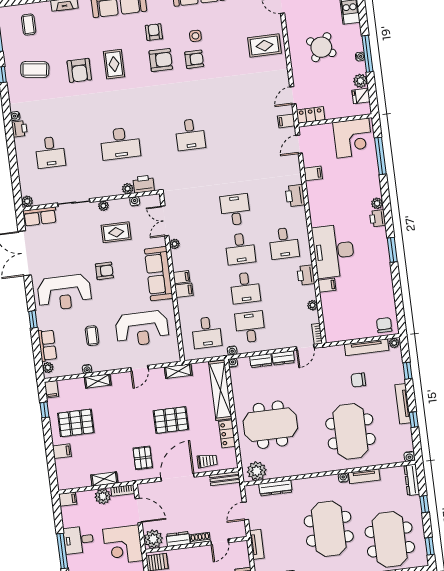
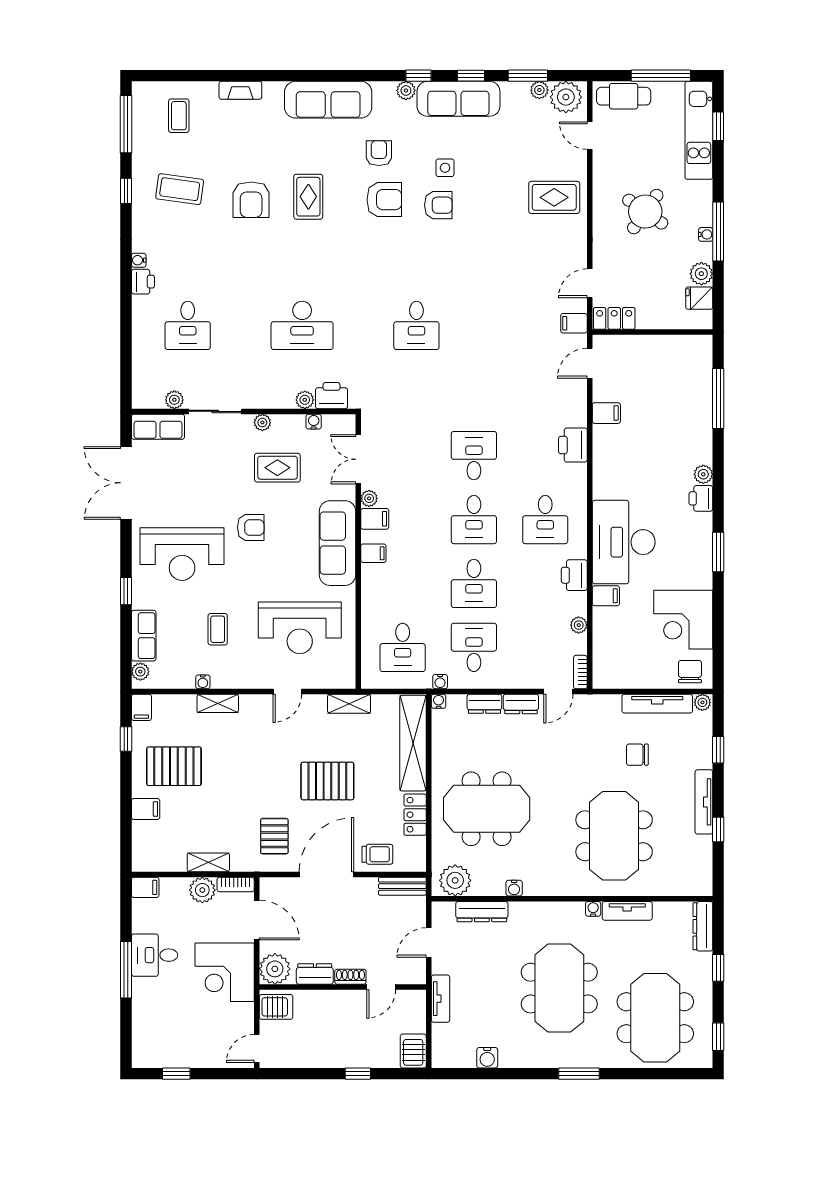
corner desk: (353, 138) -> (683, 620), moved, turned 90
plant: (27, 201) -> (174, 400), moved
filing cabinet: (184, 290) -> (375, 519), moved
water cooler: (409, 456) -> (514, 888), moved

